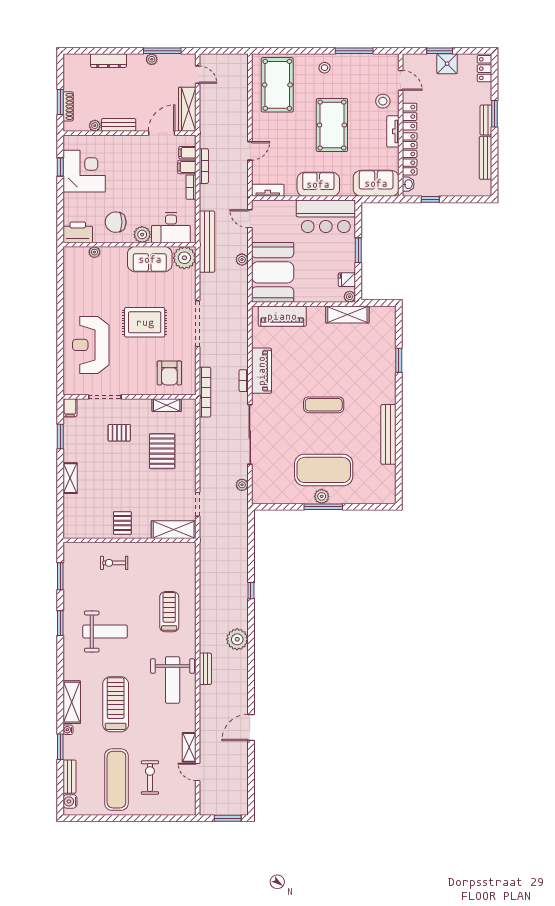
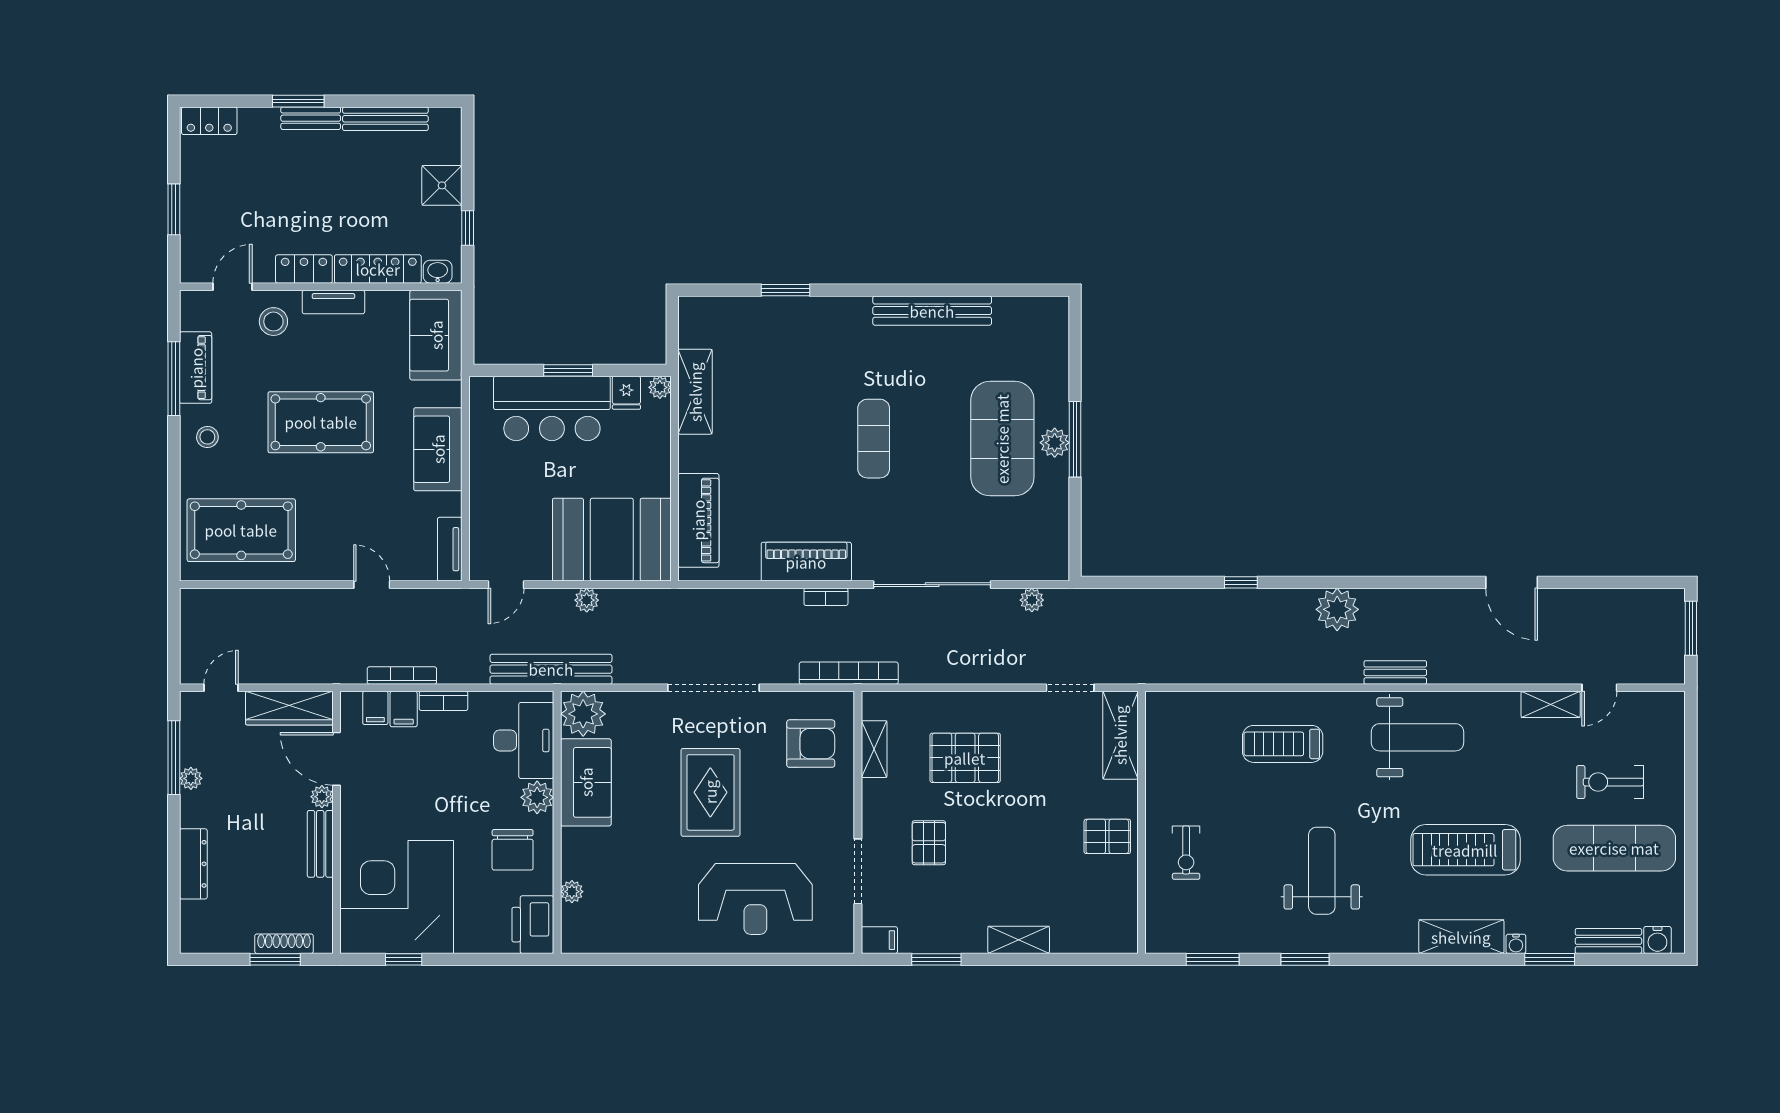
piano: (360, 62) -> (196, 368), added
shower: (447, 64) -> (442, 185), moved
plant: (95, 126) -> (322, 797), moved
corner desk: (84, 171) -> (397, 897), width x1.36, depth x1.36
bar counter: (326, 216) -> (552, 408), moved, turned 90

